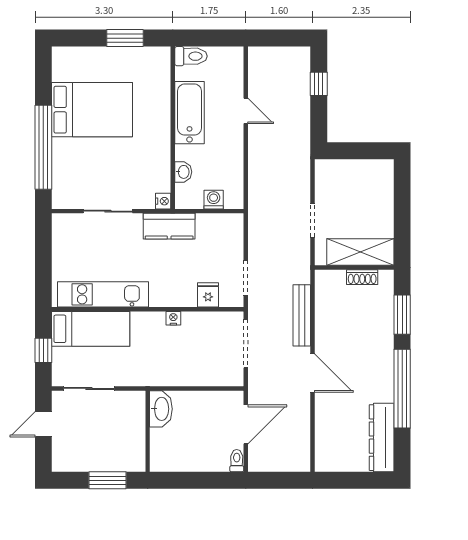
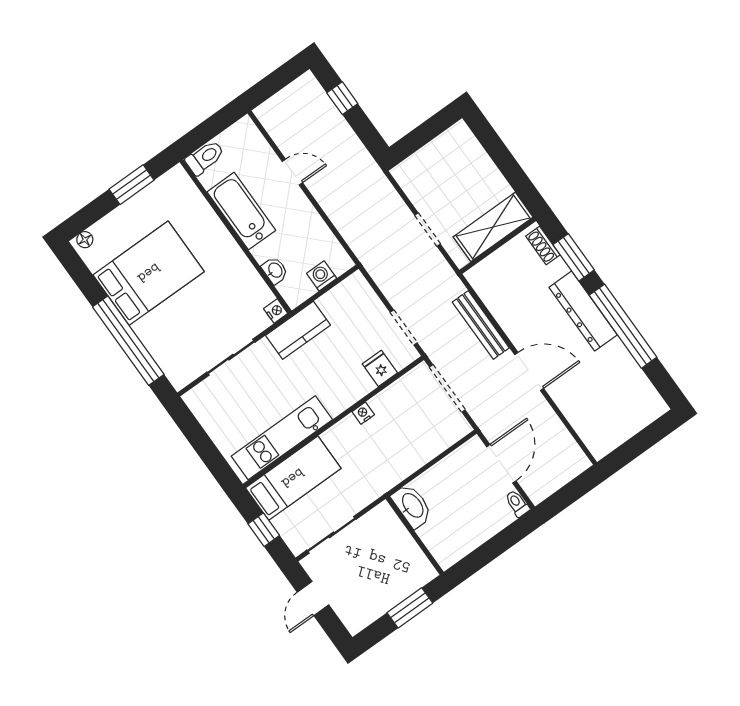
floor lamp: (64, 53) -> (85, 240), added
shoe rack: (362, 277) -> (543, 245), moved, turned 90
dresser: (382, 438) -> (583, 311), moved

